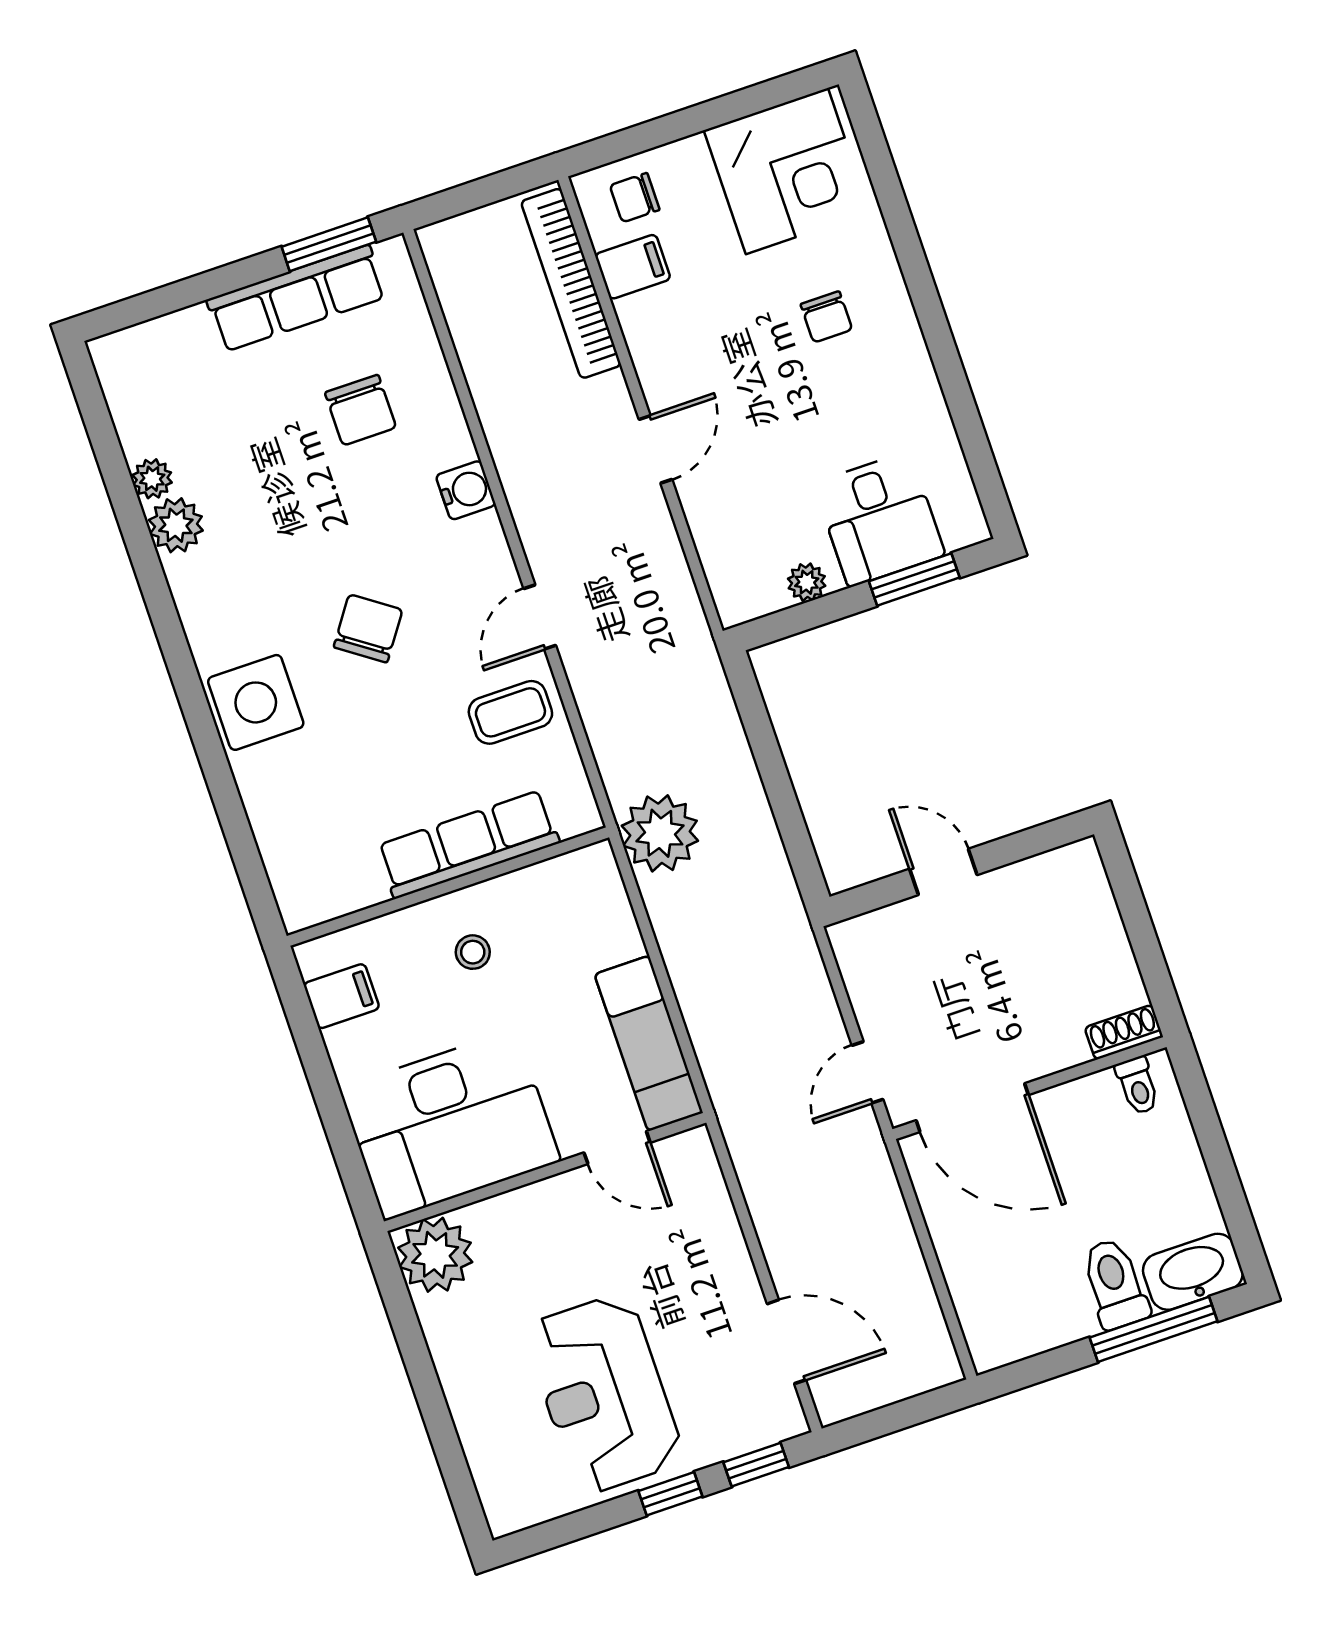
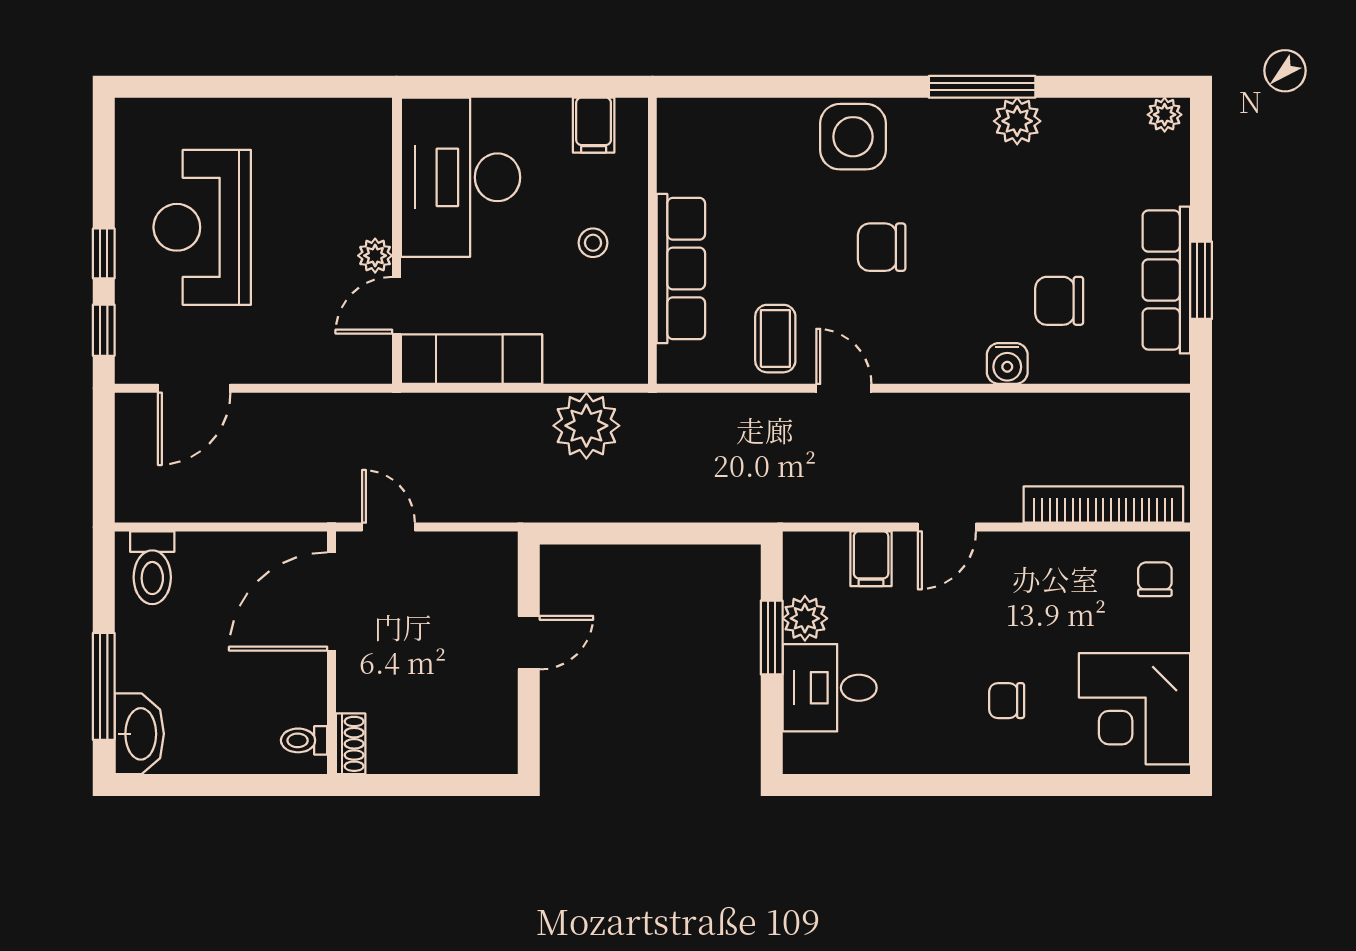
window: (329, 244) -> (1201, 280), moved
filing cabinet: (633, 267) -> (871, 559), moved
door: (655, 449) -> (947, 527), hinge flipped
plant: (152, 479) -> (1165, 115), moved
water cooler: (466, 490) -> (1007, 363), moved
window: (151, 577) -> (982, 87), added
window: (914, 579) -> (772, 637), moved
plant: (807, 582) -> (805, 618), width x1.38, depth x1.38
chair: (368, 628) -> (882, 247), turned 145
plant: (660, 833) -> (586, 426), moved
plant: (435, 1255) -> (375, 256), moved, width x0.53, depth x0.53
toilet: (1115, 1284) -> (152, 568), moved, turned 90
reception desk: (604, 1394) -> (202, 227), turned -90

